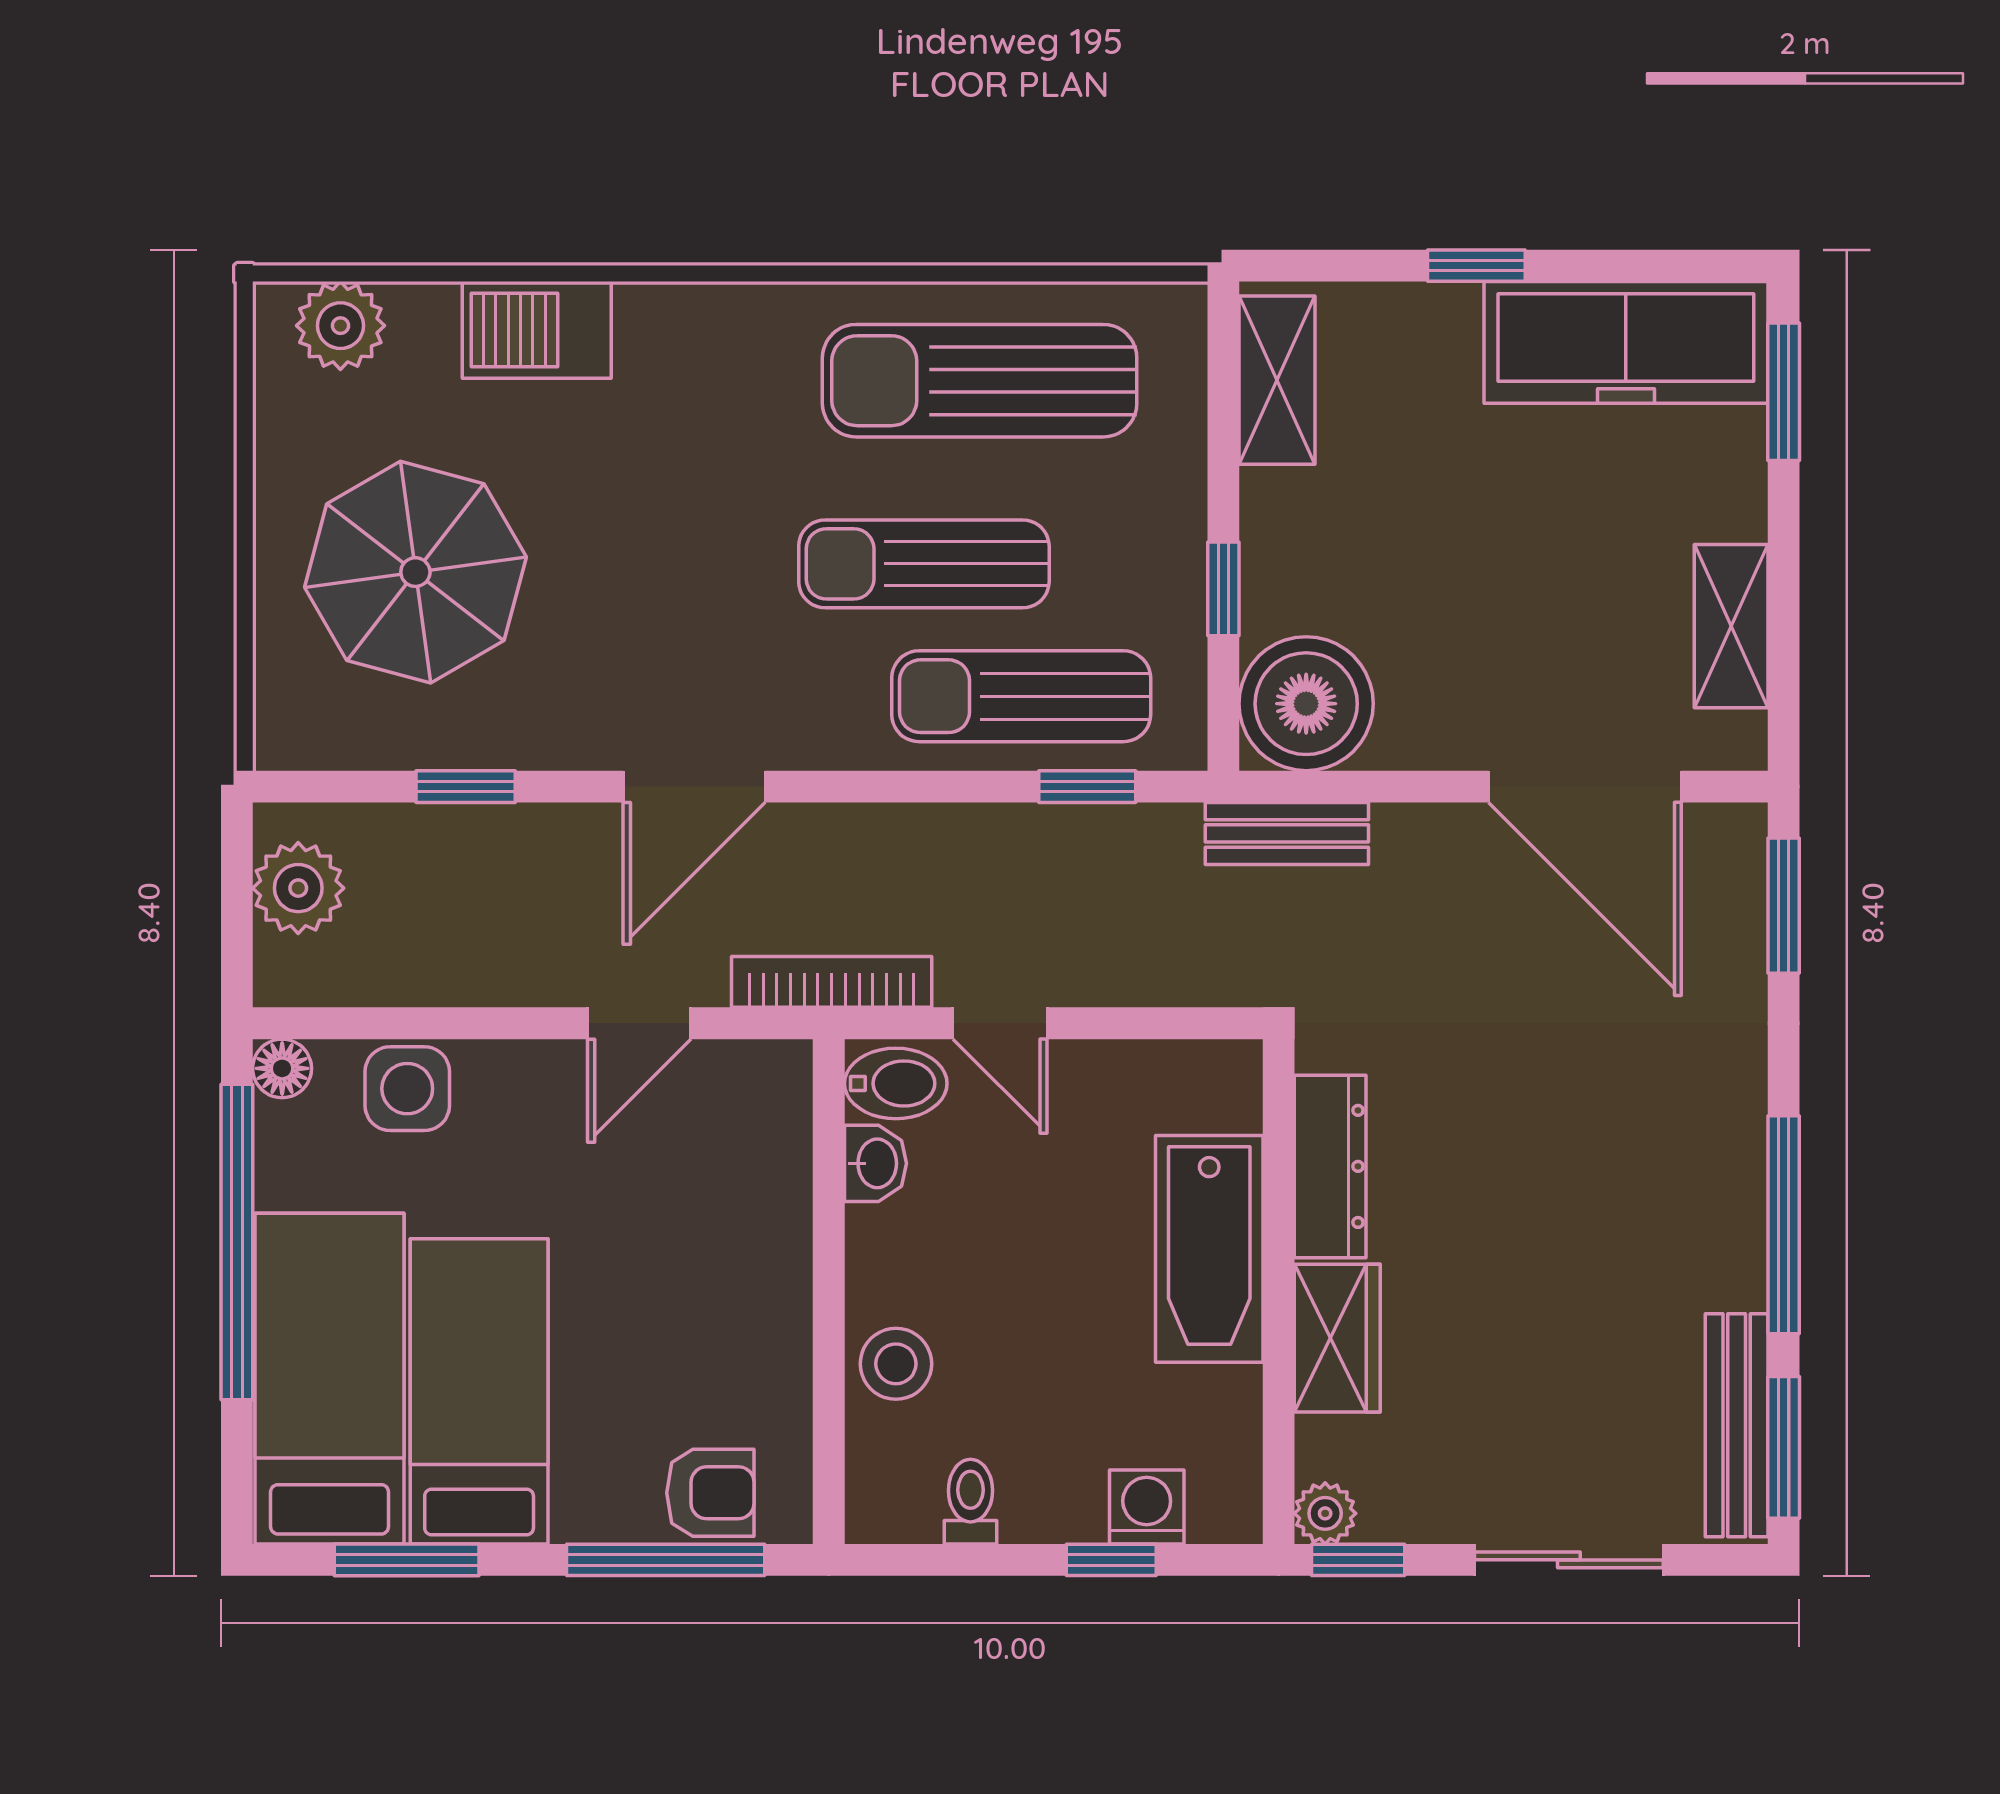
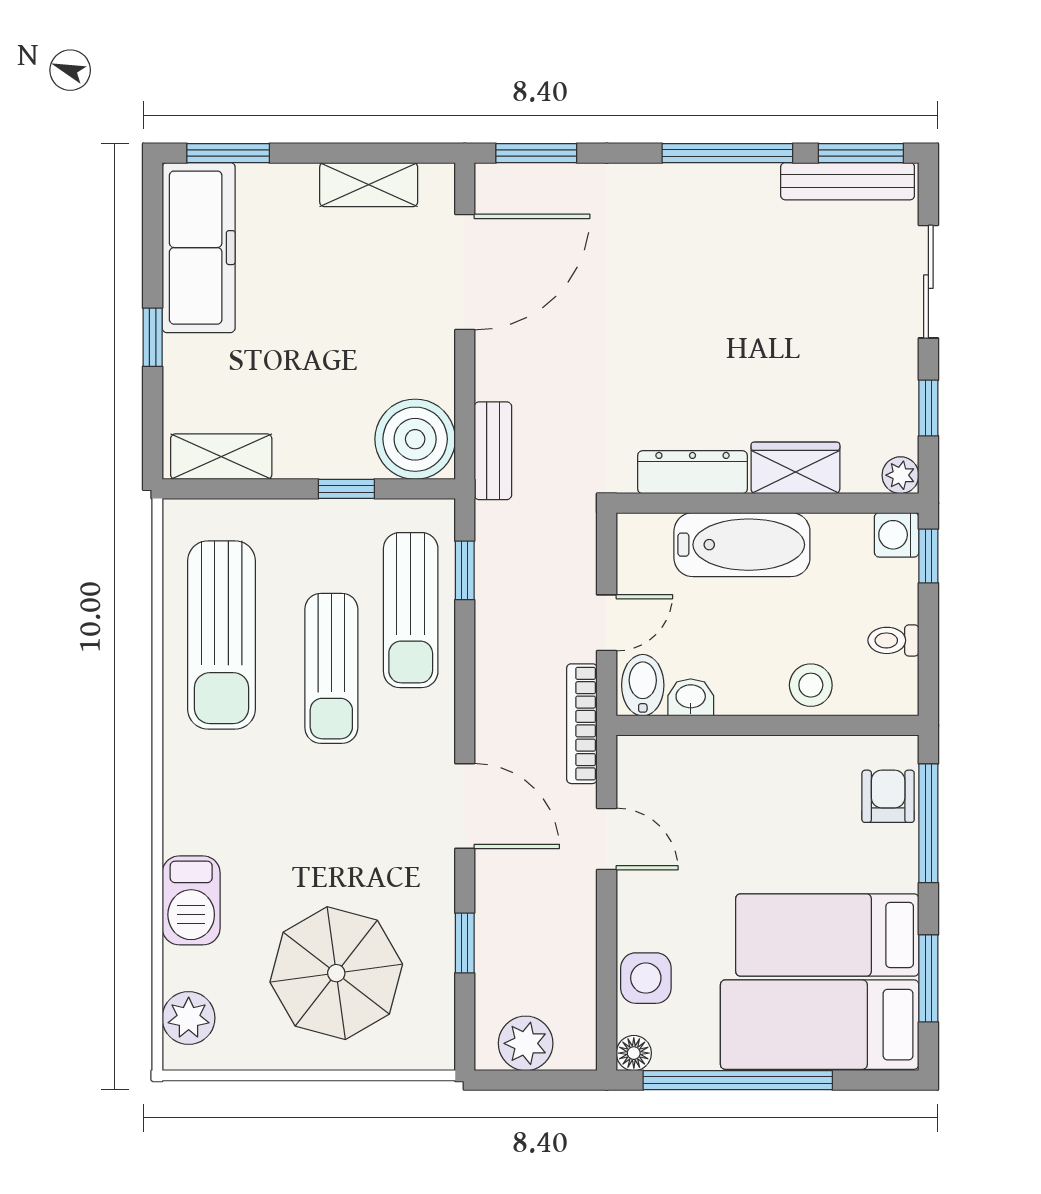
dresser: (1330, 1166) -> (693, 472), moved
bathtub: (1209, 1249) -> (742, 545), moved
wall: (1279, 1292) -> (768, 503), moved
wardrobe: (1337, 1338) -> (795, 468), moved
plant: (1325, 1513) -> (900, 475), moved

